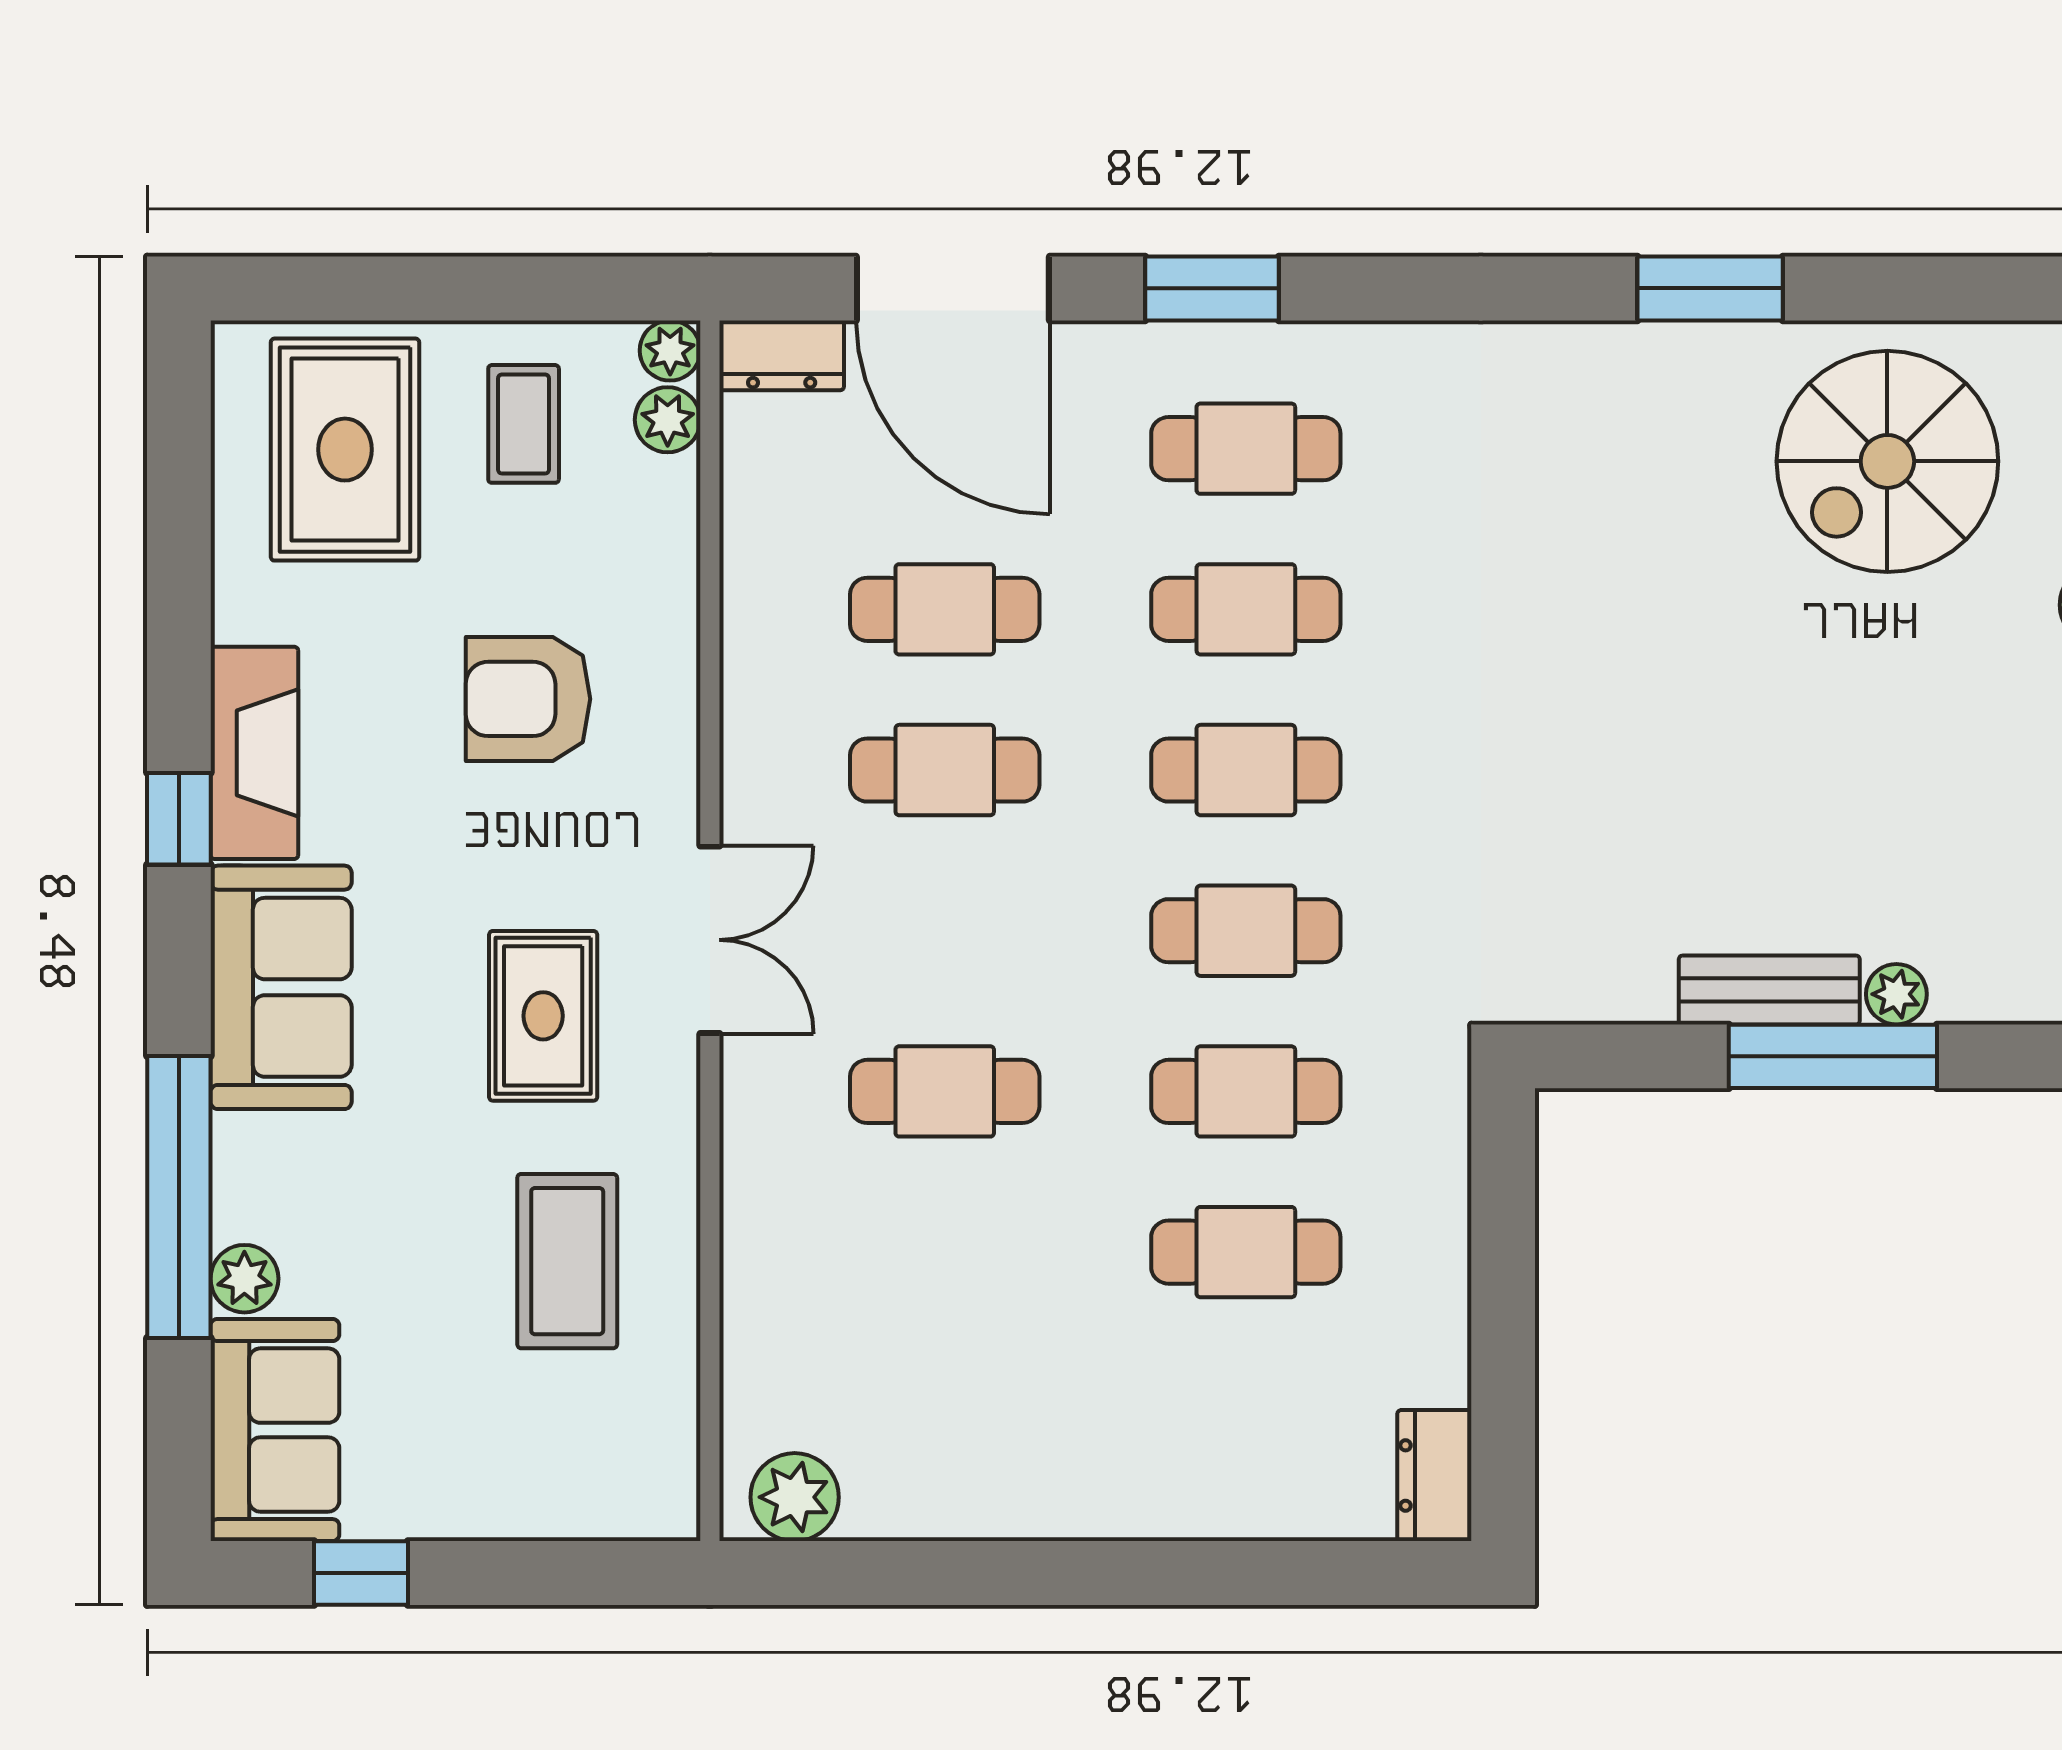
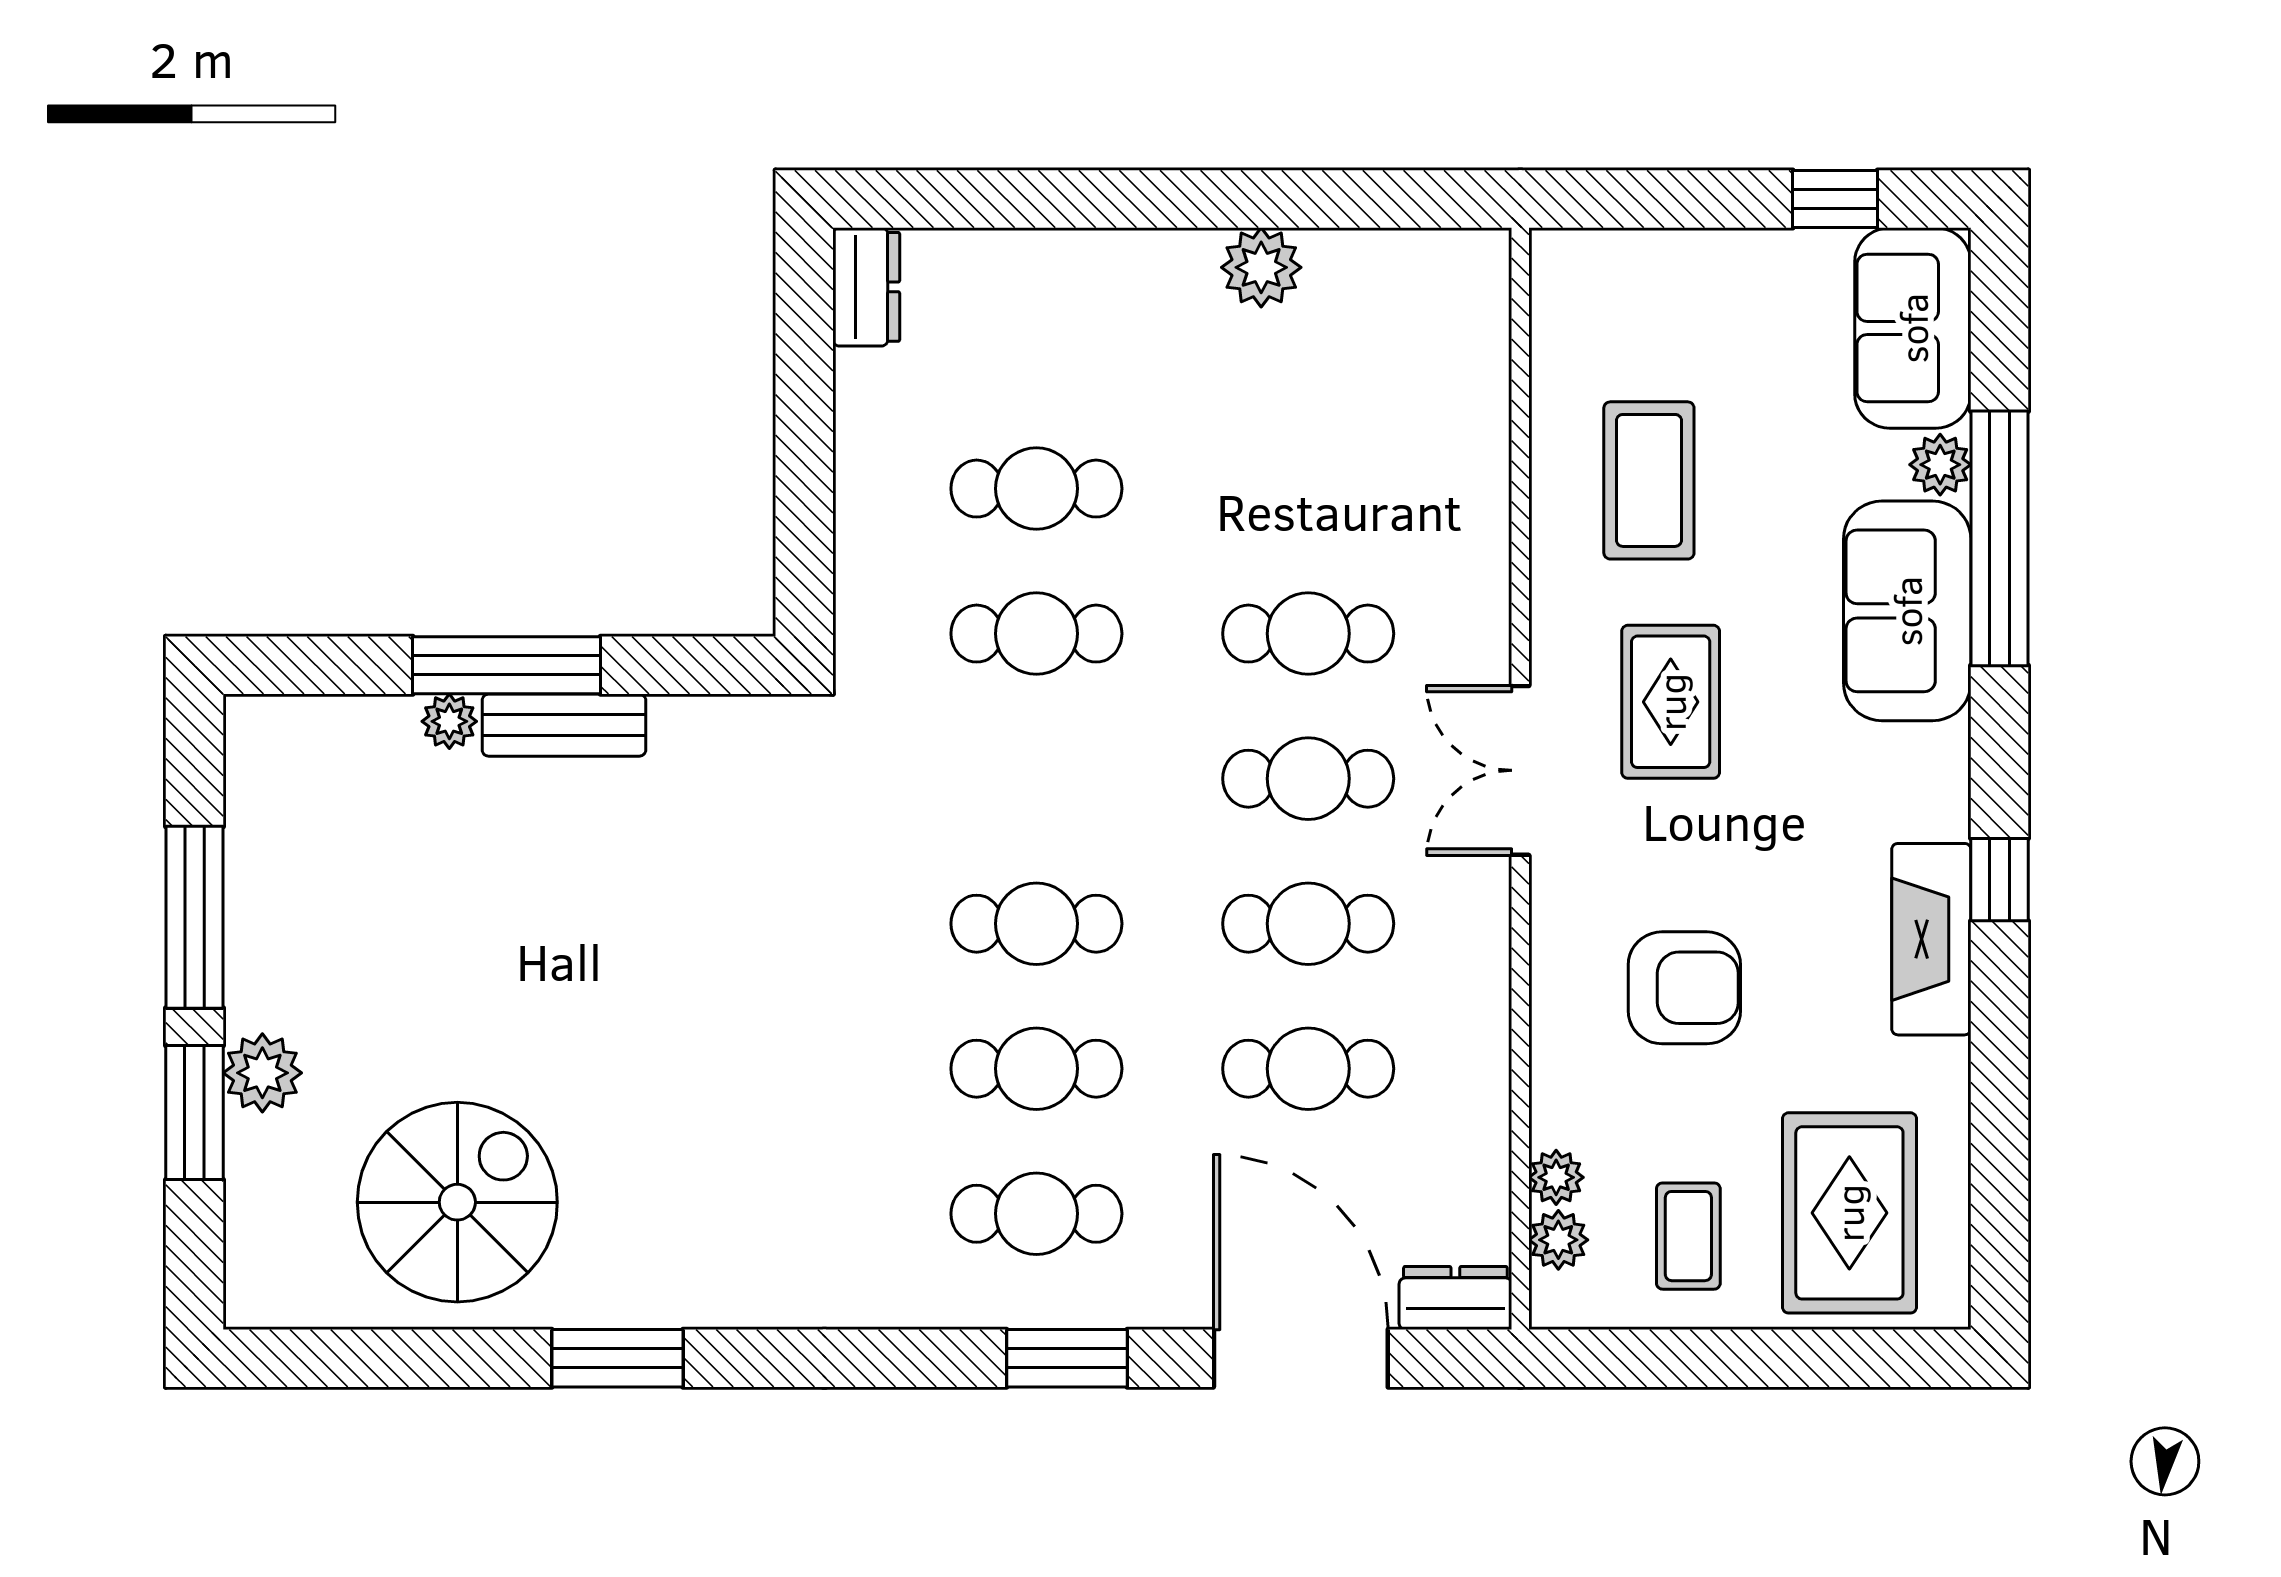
plant: (670, 351) -> (1556, 1177), moved
cafe table: (1246, 931) -> (1308, 779), moved
sofa: (281, 987) -> (1907, 611), moved
plant: (795, 1497) -> (1261, 267), moved

